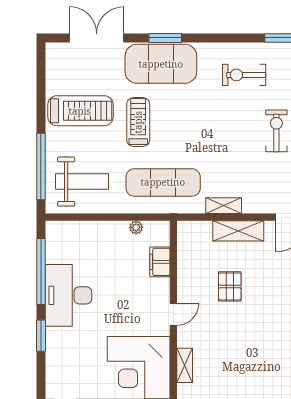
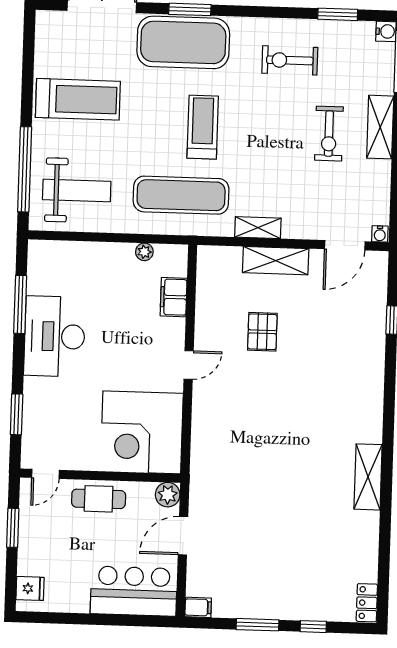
treadmill: (138, 122) -> (203, 127), moved
exercise bike: (276, 131) -> (329, 134), turned 180
window: (41, 271) -> (20, 304), width x0.68
window: (41, 336) -> (17, 414), moved
shelving: (185, 365) -> (201, 431), removed

